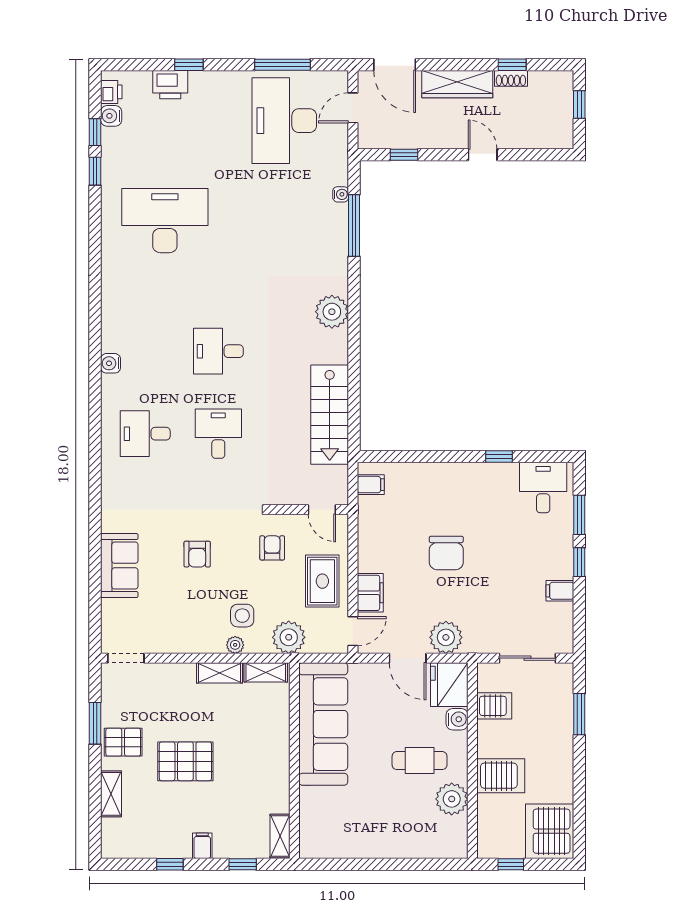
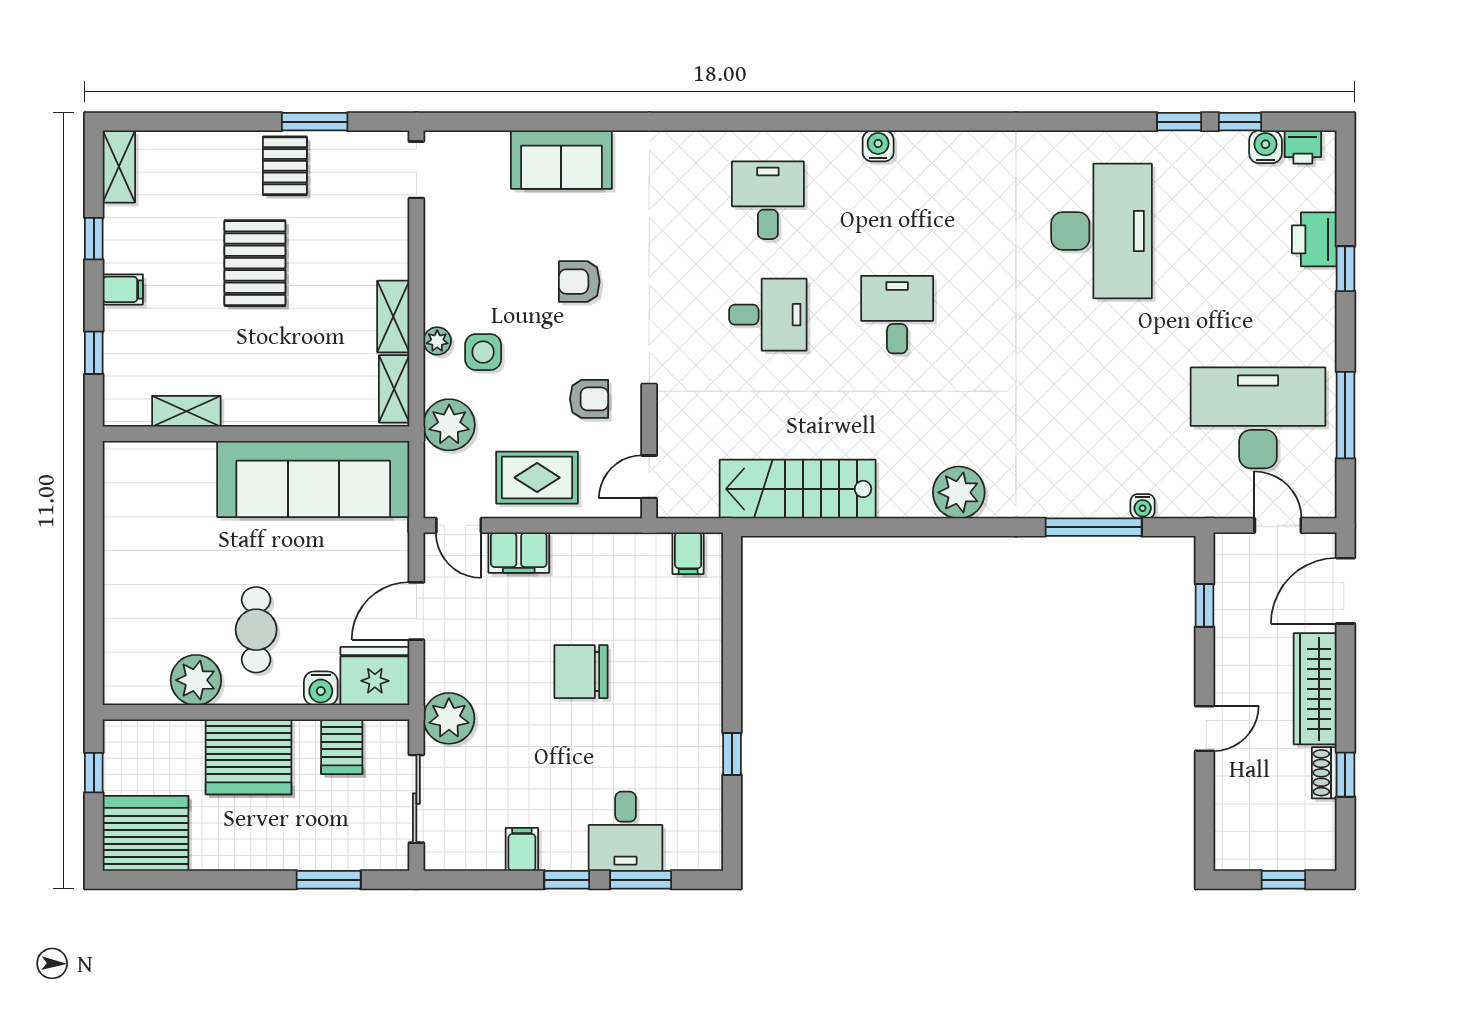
desk: (543, 488) -> (626, 831), moved, turned 90
plant: (446, 637) -> (449, 718), moved
server rack: (501, 776) -> (249, 757), width x1.60
shelving: (111, 794) -> (119, 167), moved, turned 90
shelving: (280, 836) -> (186, 411), moved

